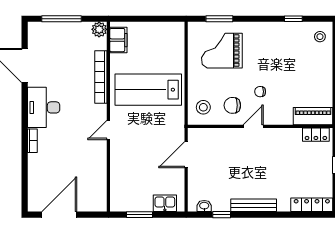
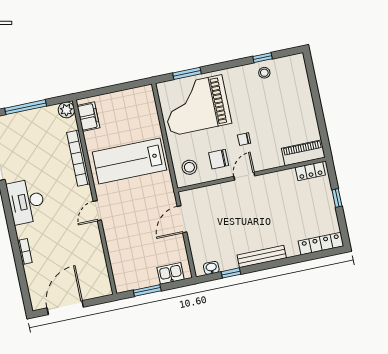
stool: (320, 37) -> (264, 73), moved
grand piano: (222, 51) -> (196, 105), width x1.37, depth x1.48
bookcase: (32, 141) -> (25, 251), moved

